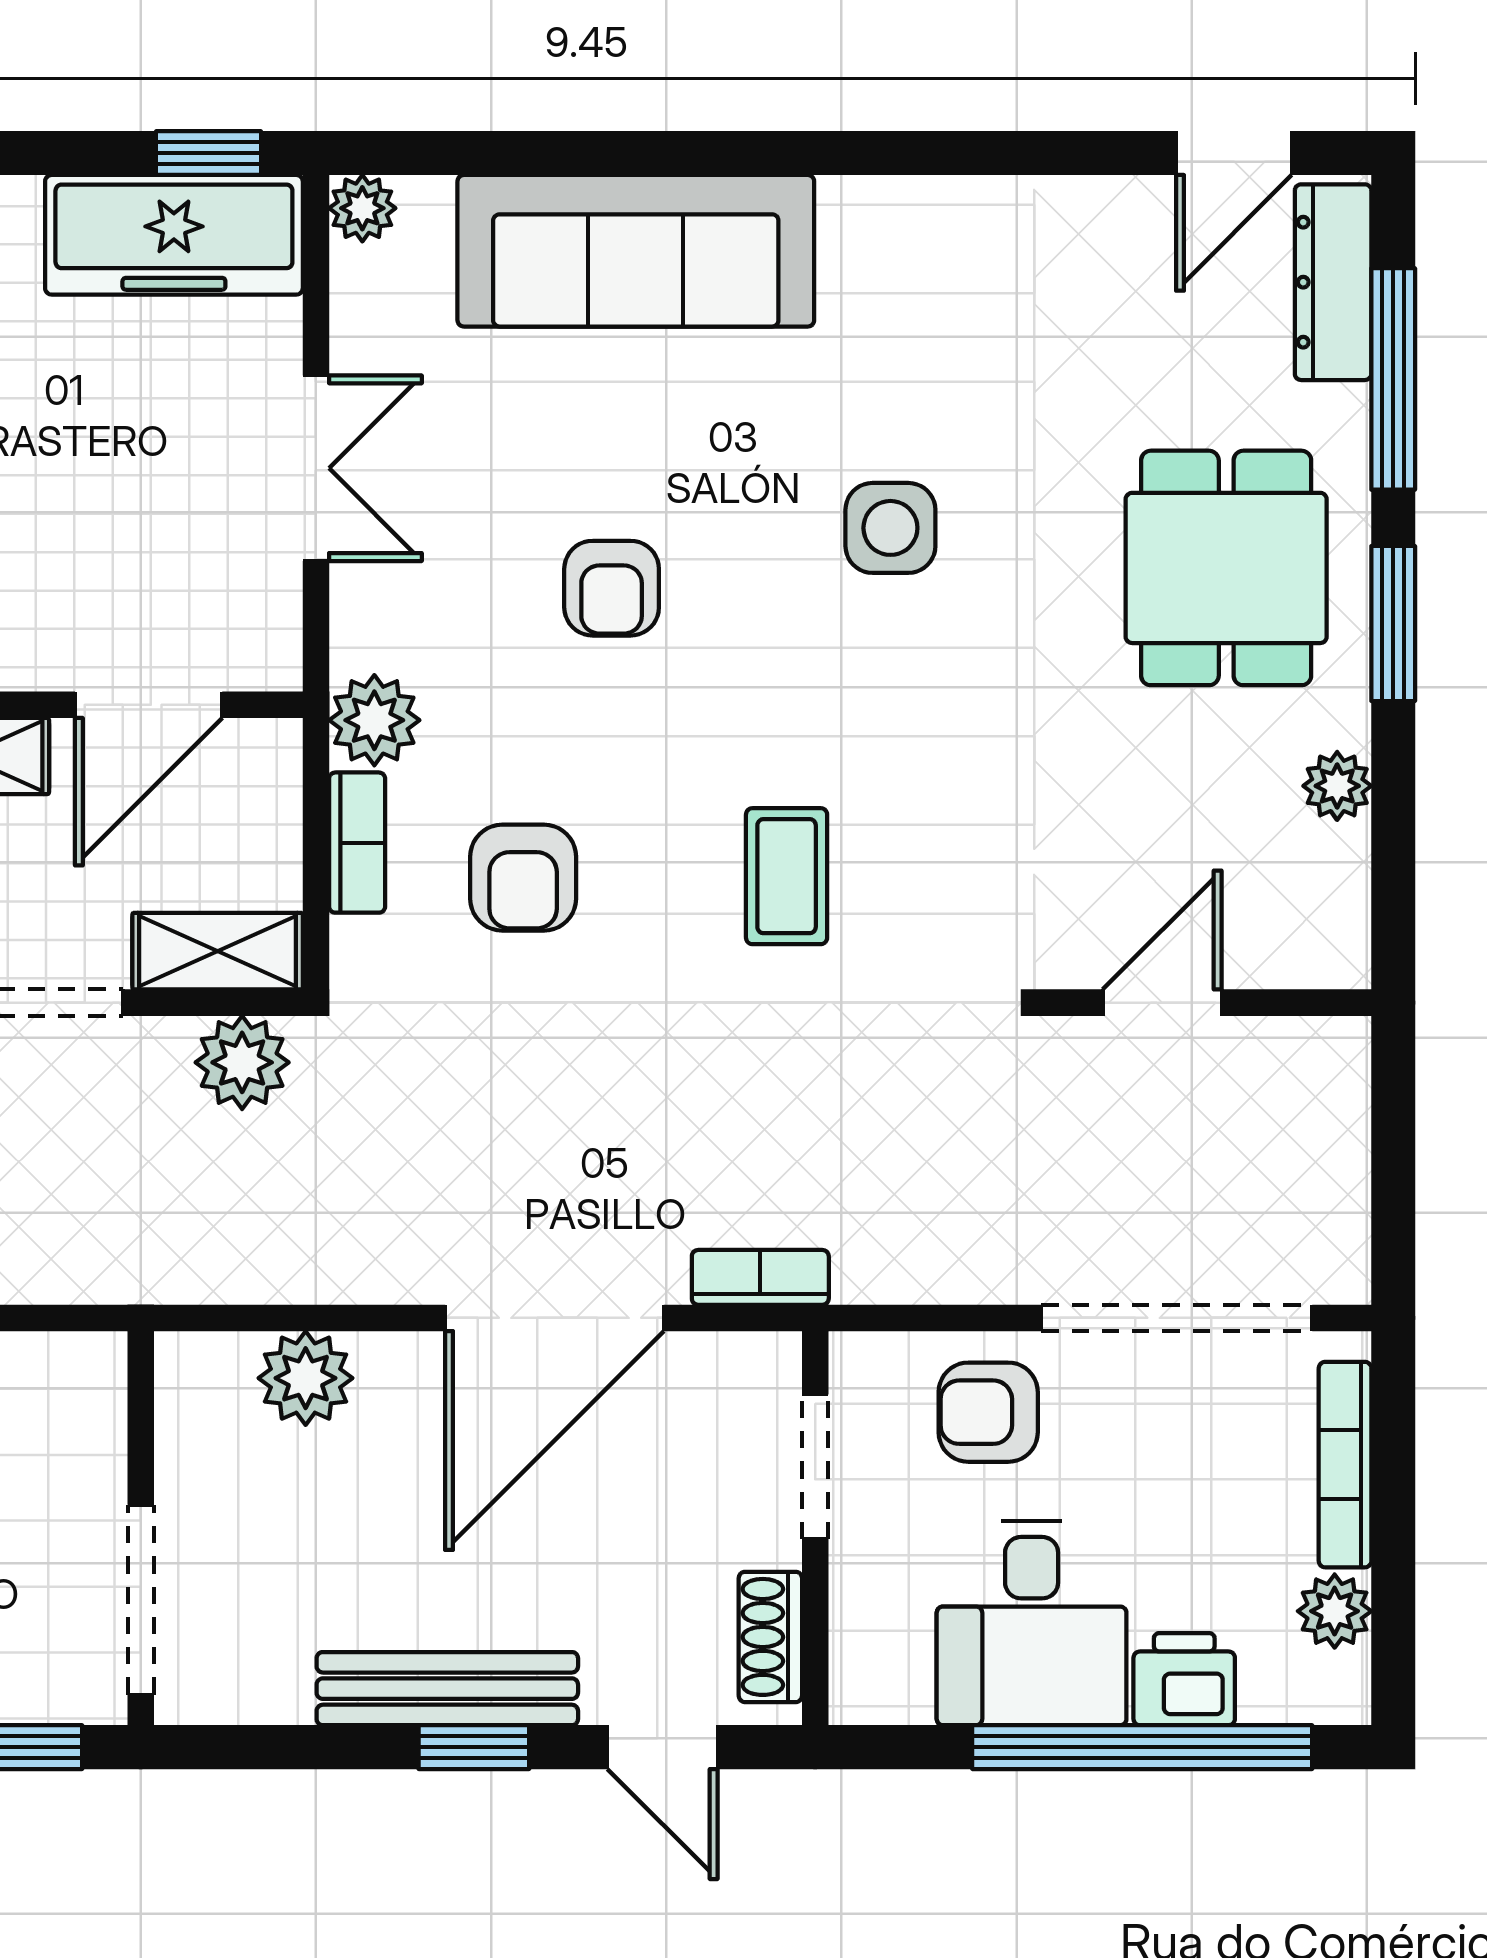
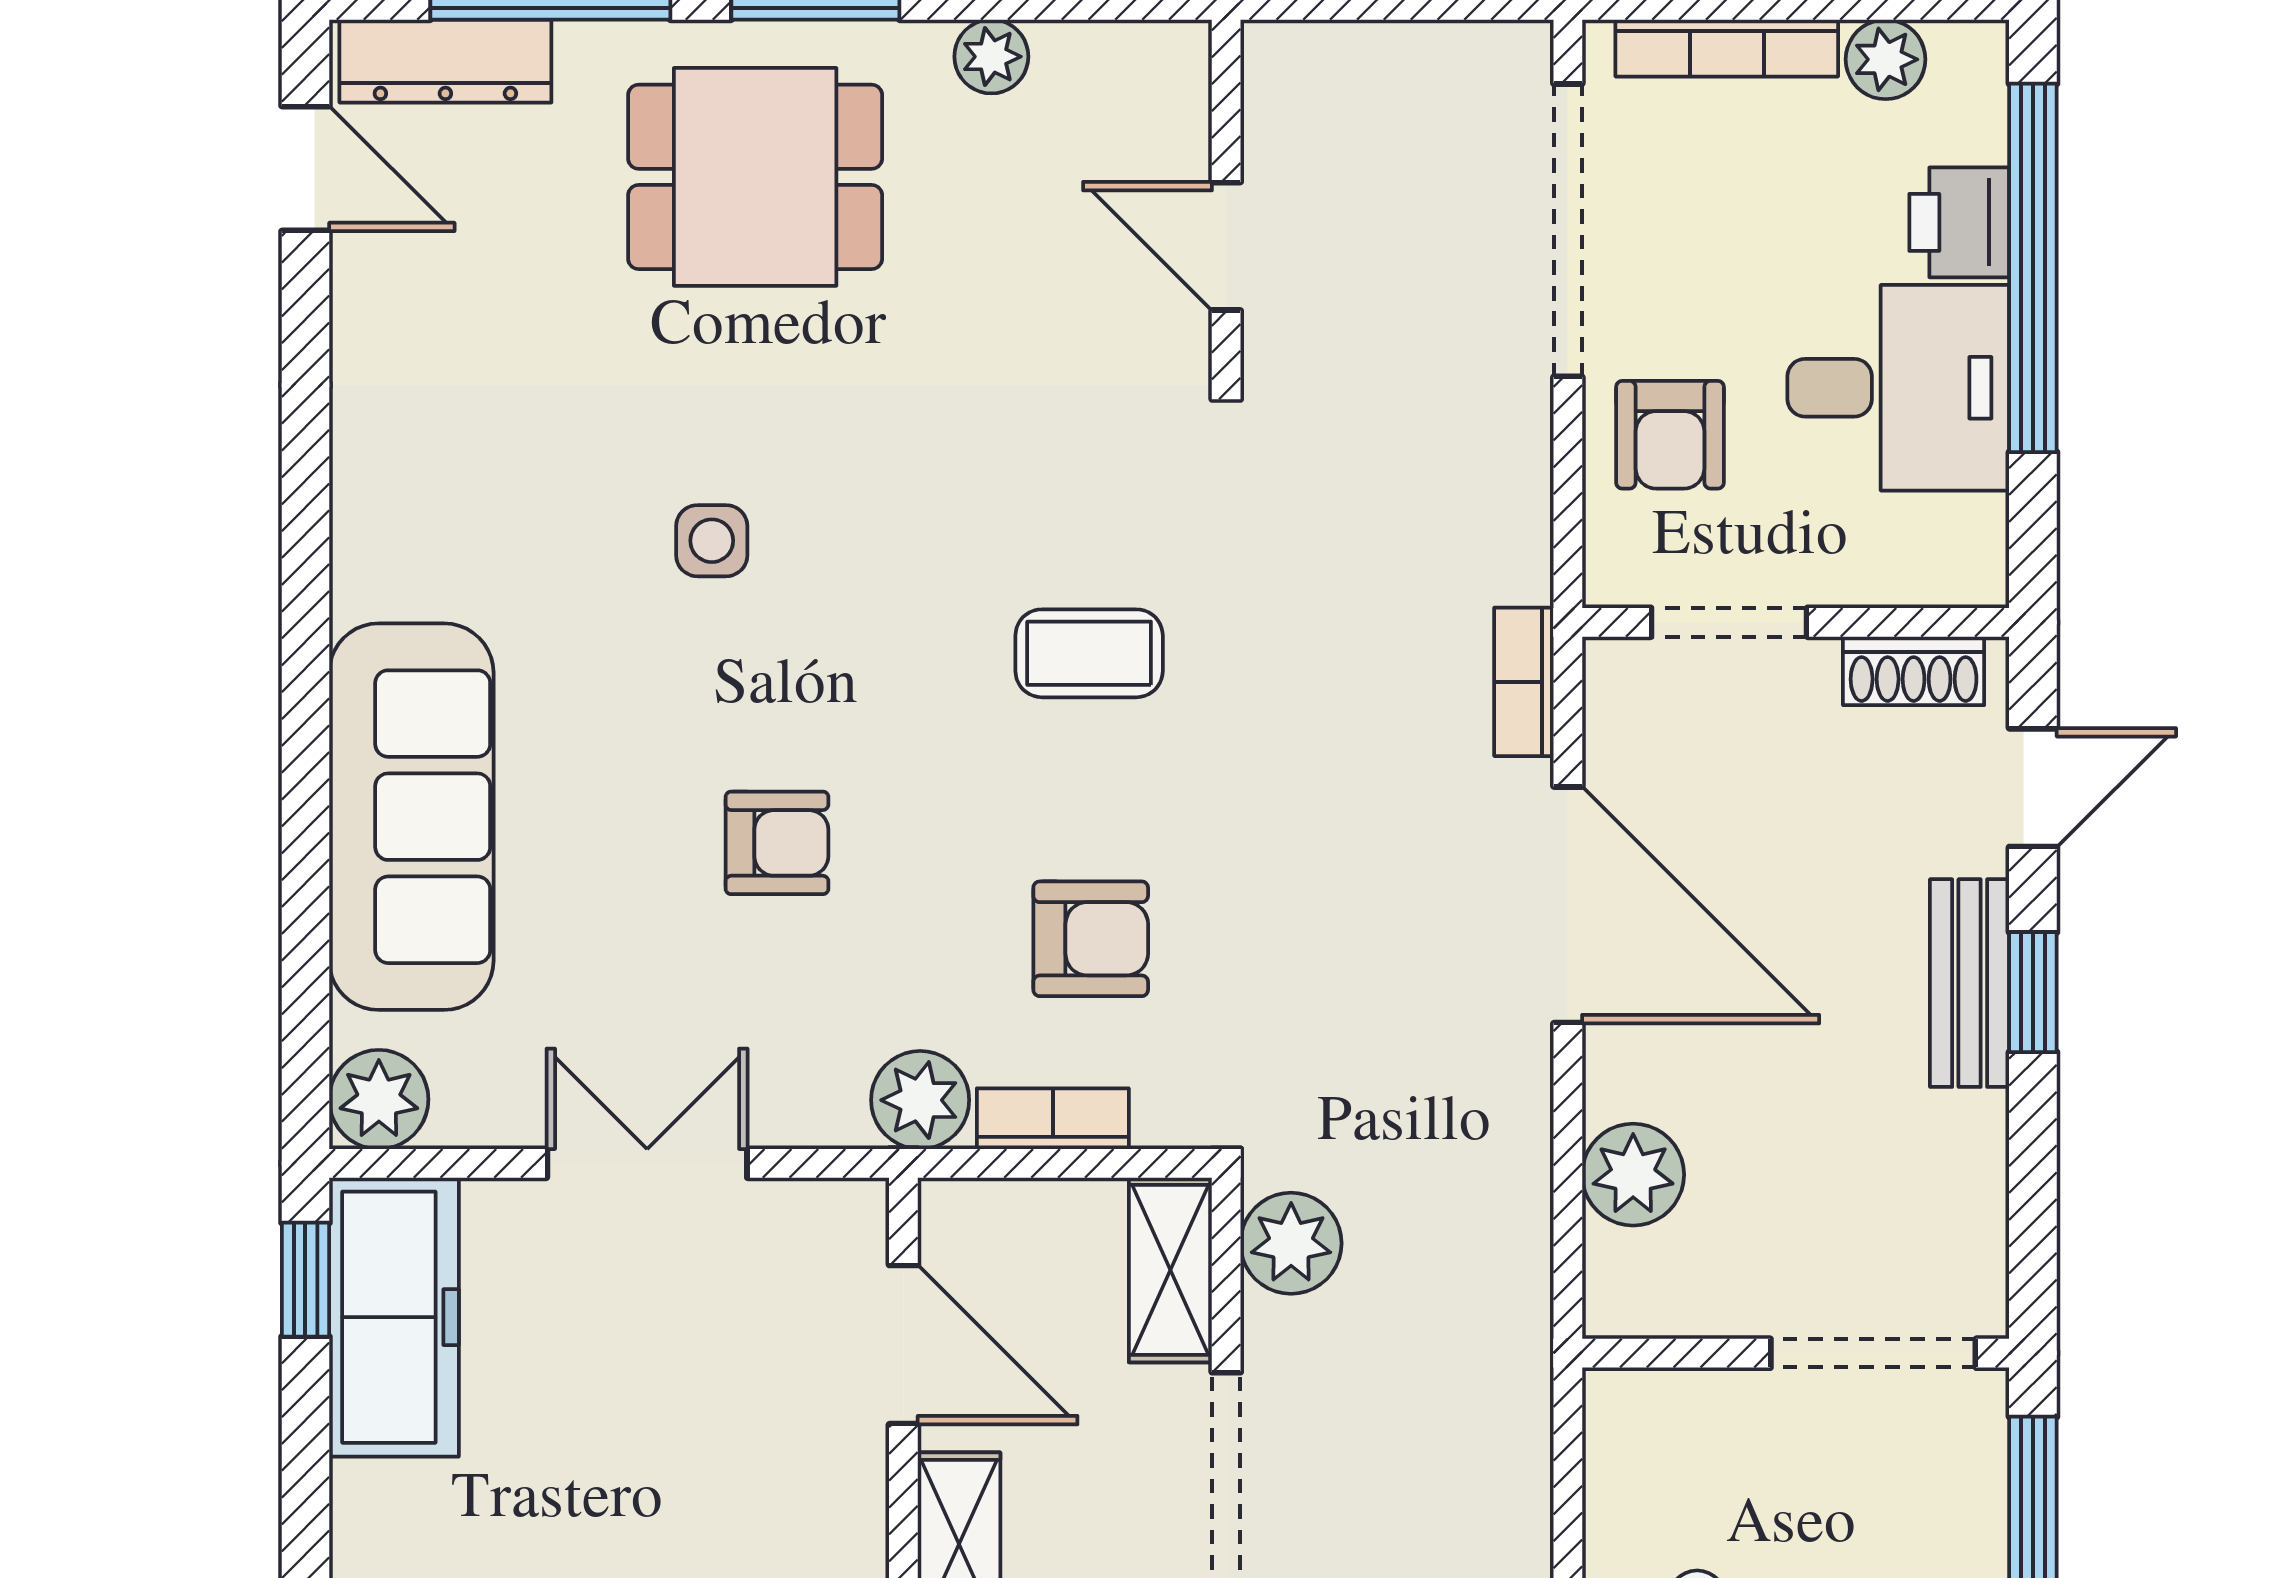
plant: (362, 208) -> (379, 1099), width x1.38, depth x1.38
side table: (890, 528) -> (712, 541), width x0.73, depth x0.73
bench: (447, 1689) -> (1970, 983), width x0.73

